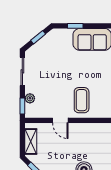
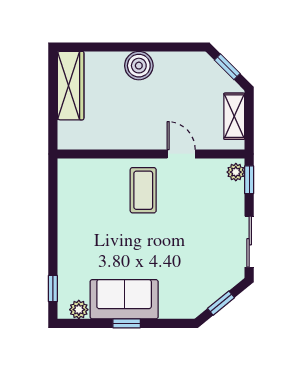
window: (75, 26) -> (127, 323), moved
plant: (30, 98) -> (236, 172), moved

